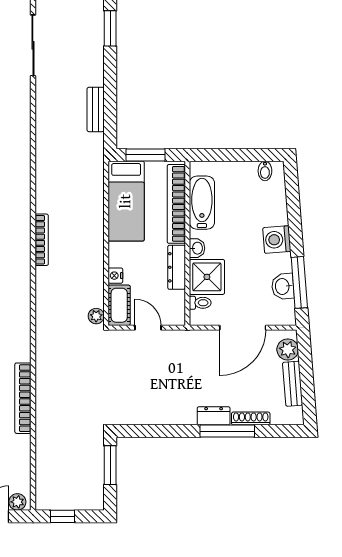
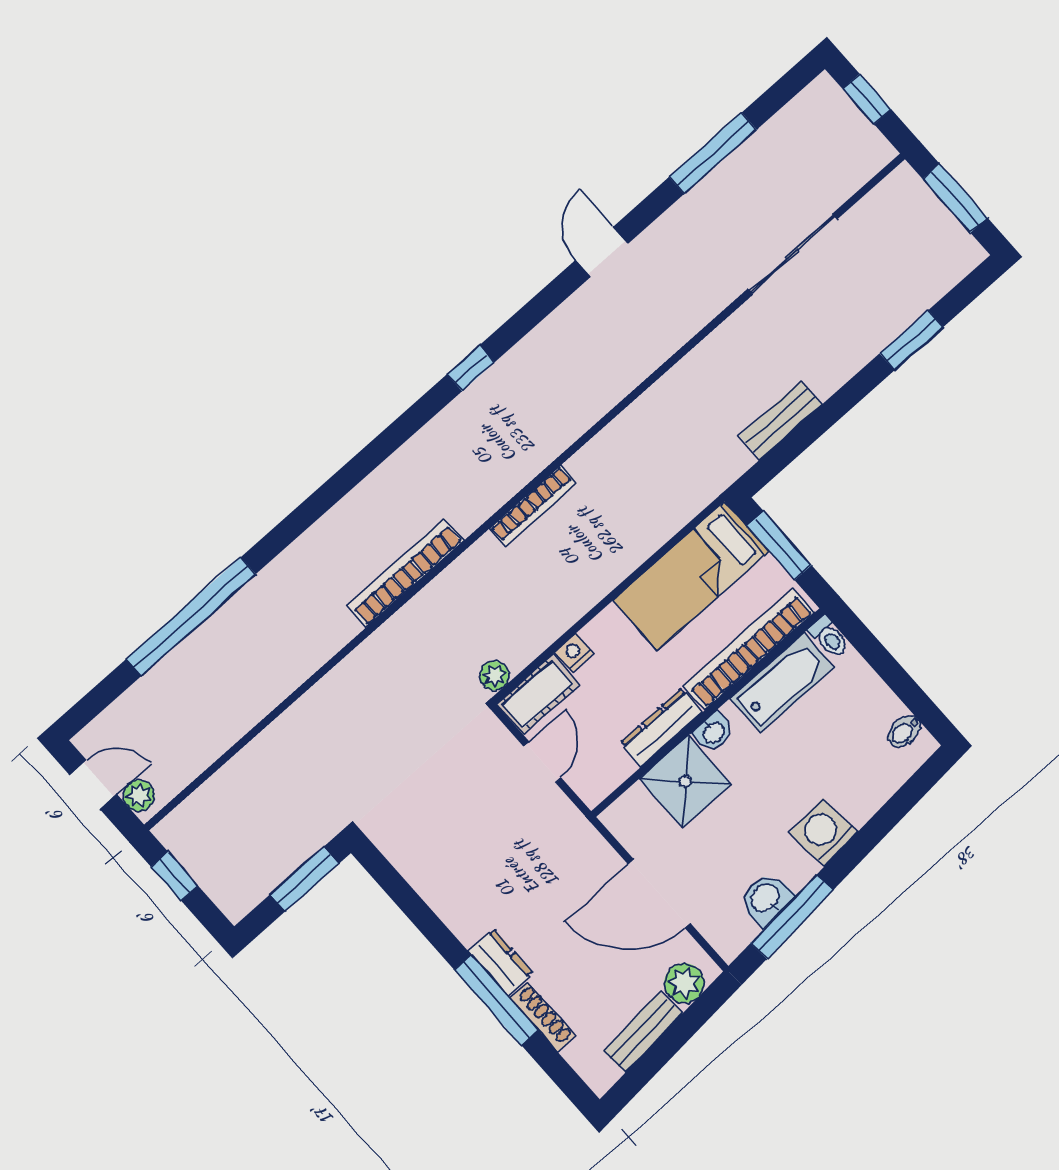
toilet: (200, 303) -> (829, 637), moved
bookcase: (23, 398) -> (405, 573), moved

